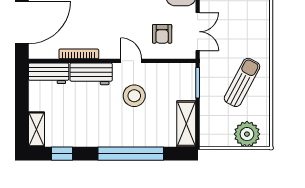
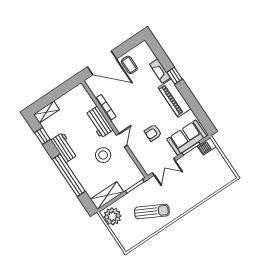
armchair: (162, 34) -> (153, 133), moved
workbench: (49, 73) -> (64, 147), moved, turned 180
plant: (247, 134) -> (112, 216), moved

